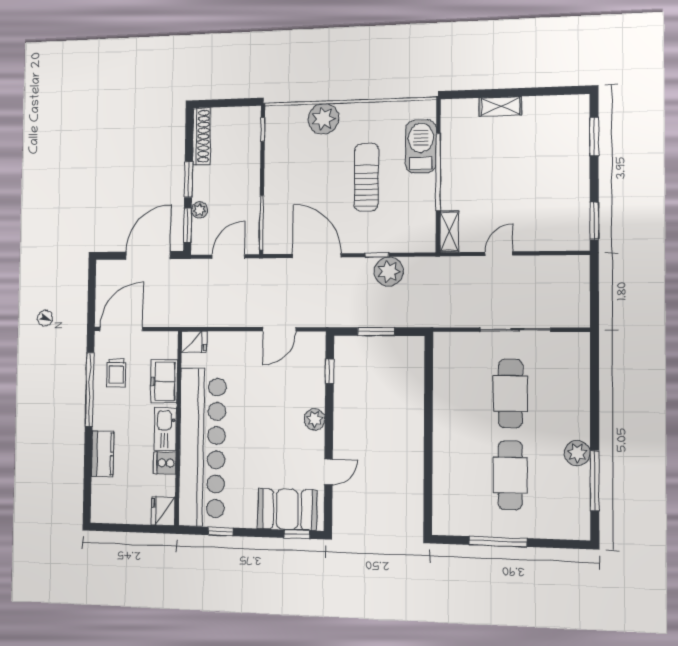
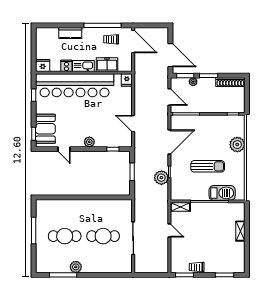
trolley: (577, 196) -> (197, 267), added

